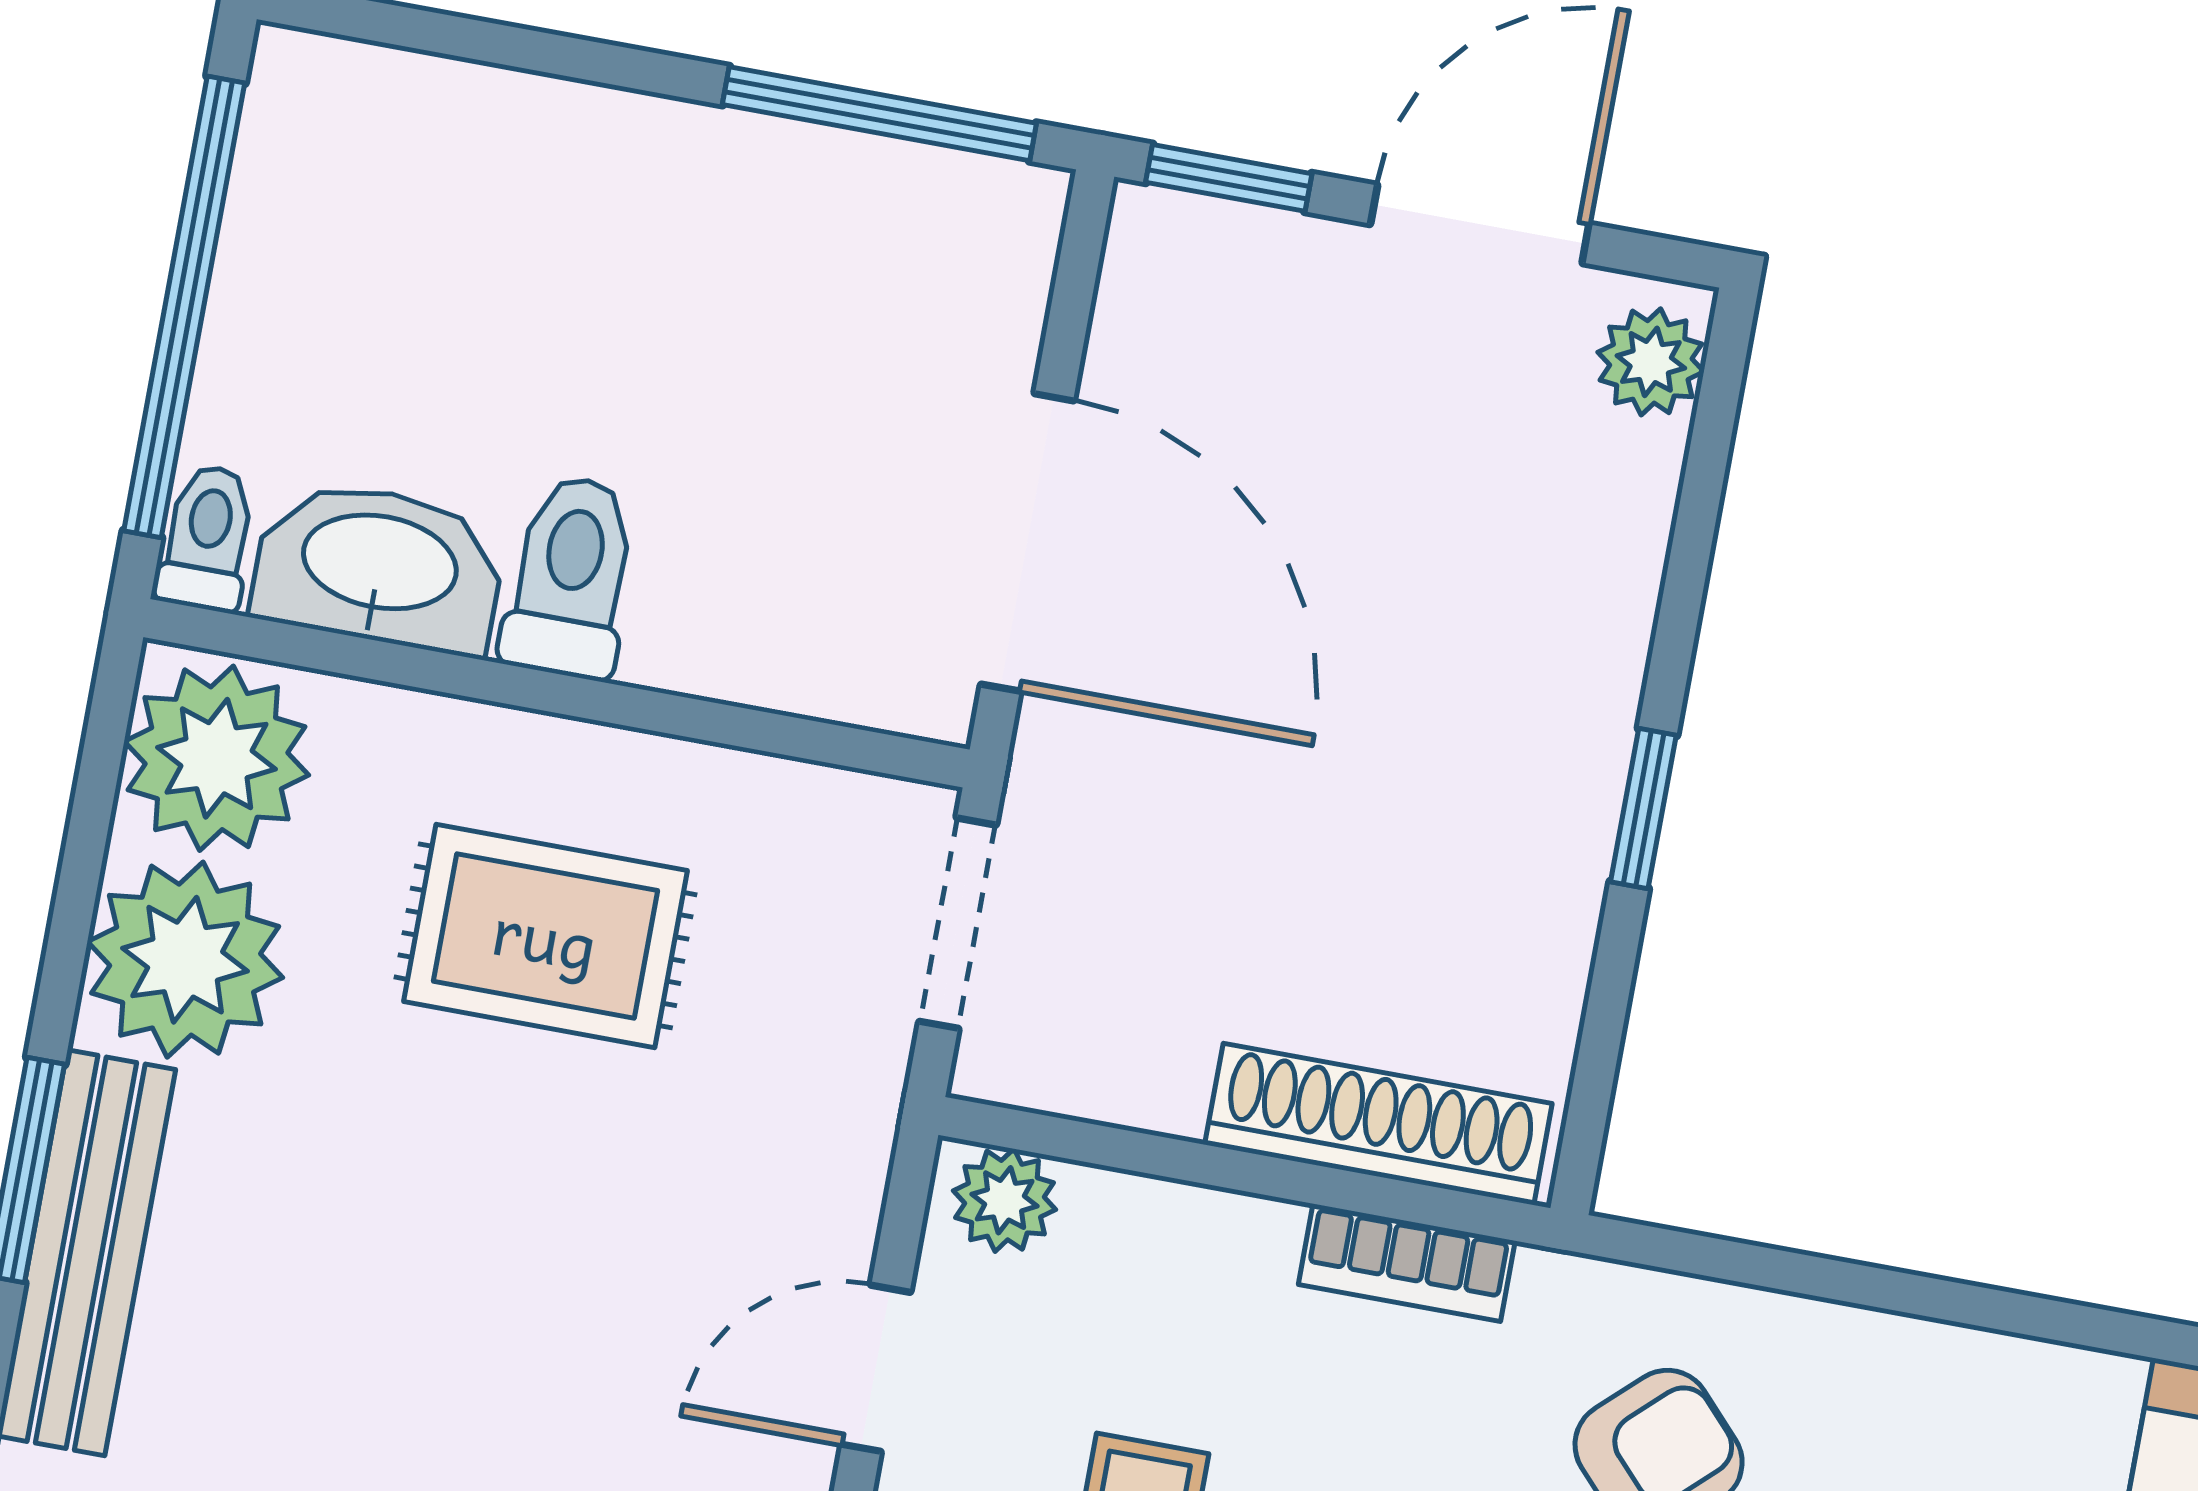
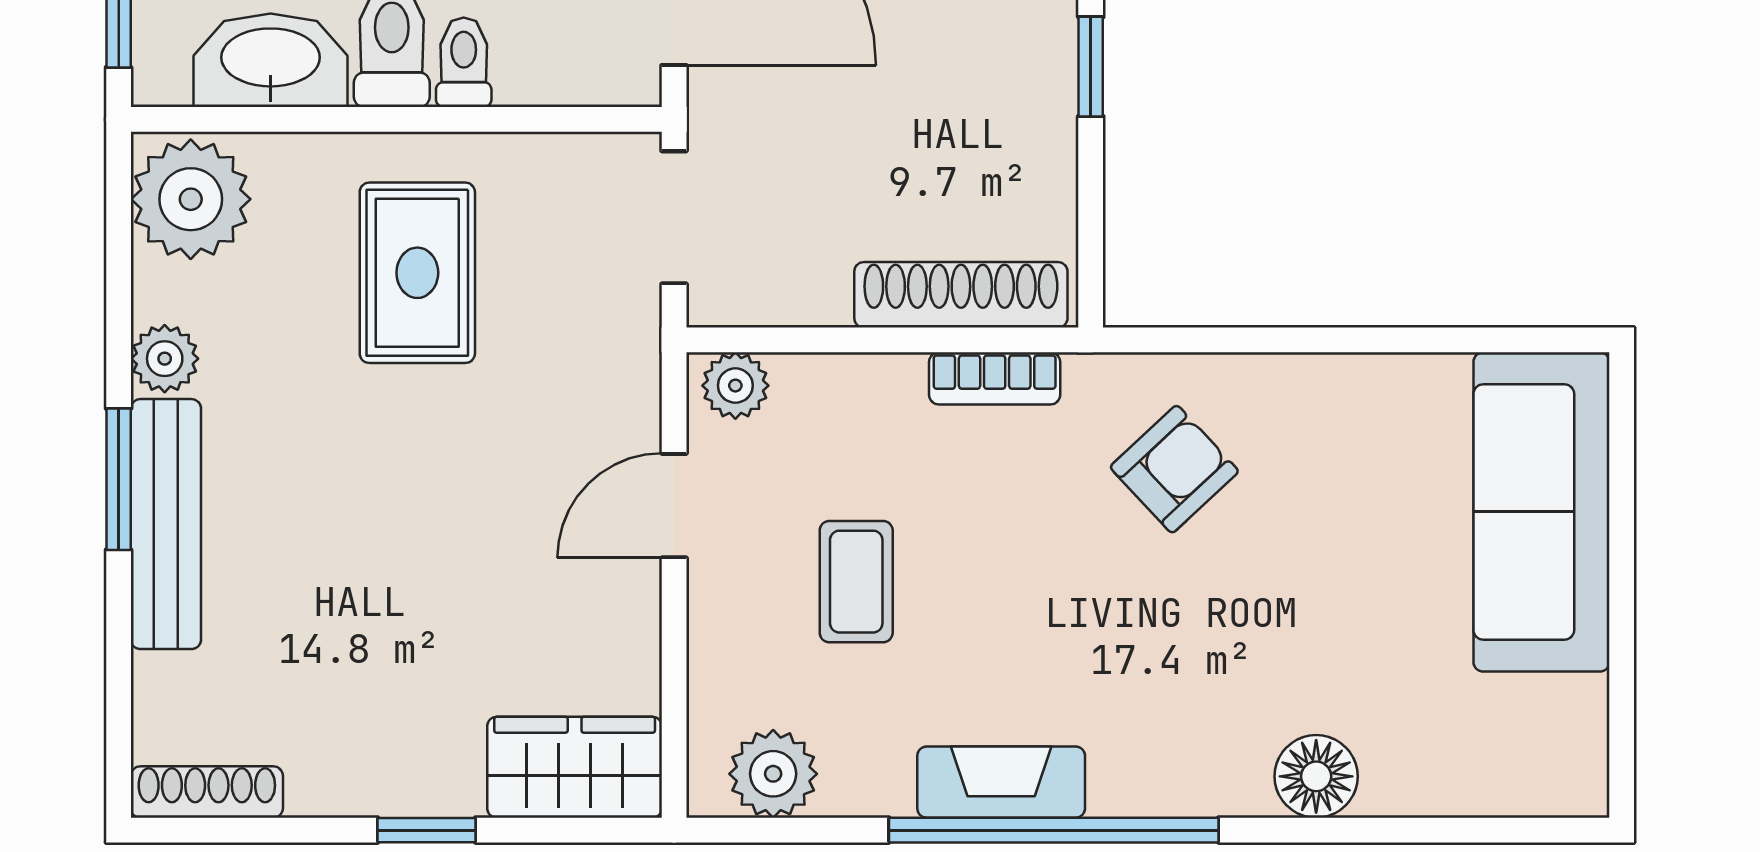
toilet: (207, 538) -> (464, 62), moved
rug: (545, 936) -> (417, 273), turned 90
plant: (185, 960) -> (165, 359), width x0.53, depth x0.53

